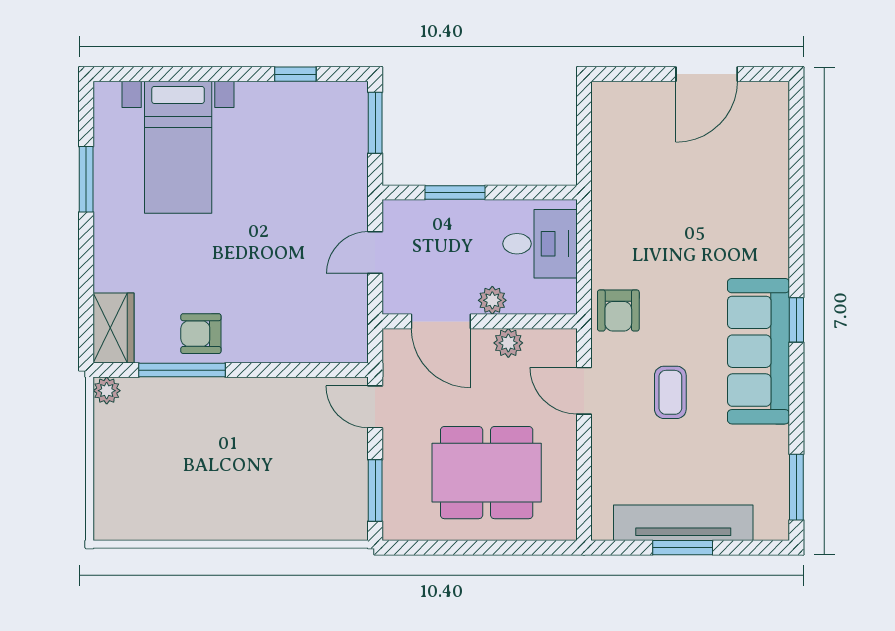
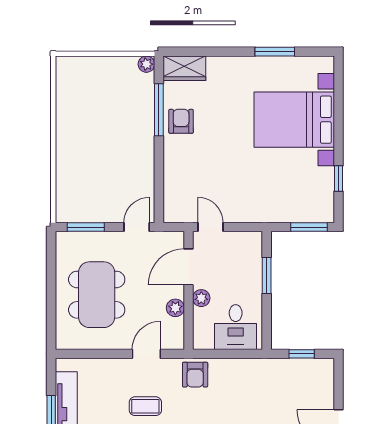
window: (584, 135) -> (302, 354), added
bed with nightstands: (178, 147) -> (294, 120), width x1.36
door: (375, 253) -> (211, 227), moved
armchair: (618, 310) -> (195, 375), turned -90

